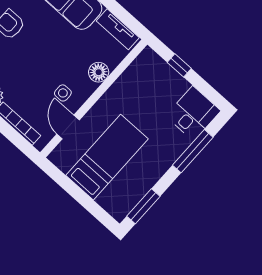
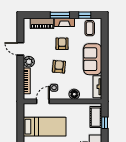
armchair: (39, 59) -> (59, 67), added
cot: (160, 71) -> (96, 117), added

